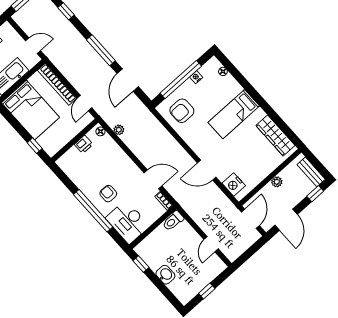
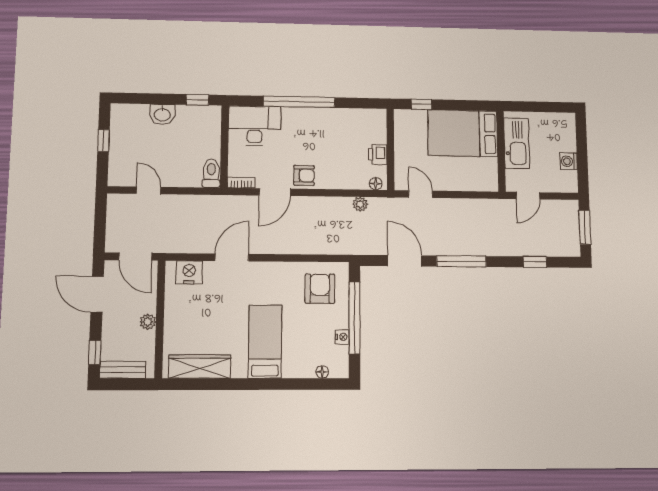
bookcase: (57, 84) -> (466, 184), removed
armchair: (108, 194) -> (304, 175), moved

